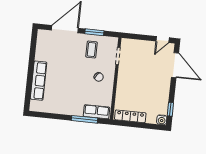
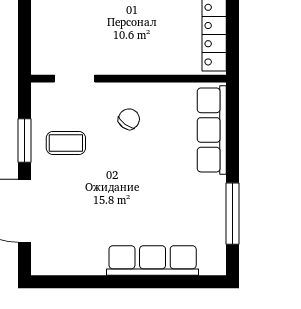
row of seats: (97, 112) -> (212, 130), width x1.48
window: (85, 119) -> (233, 214), moved

